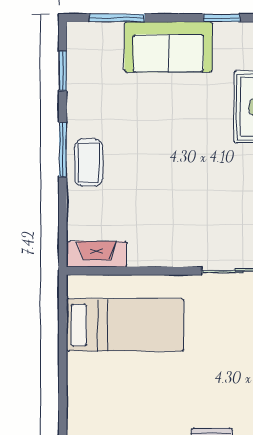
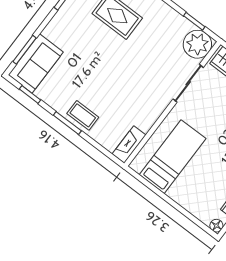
sofa: (168, 47) -> (36, 63), moved

